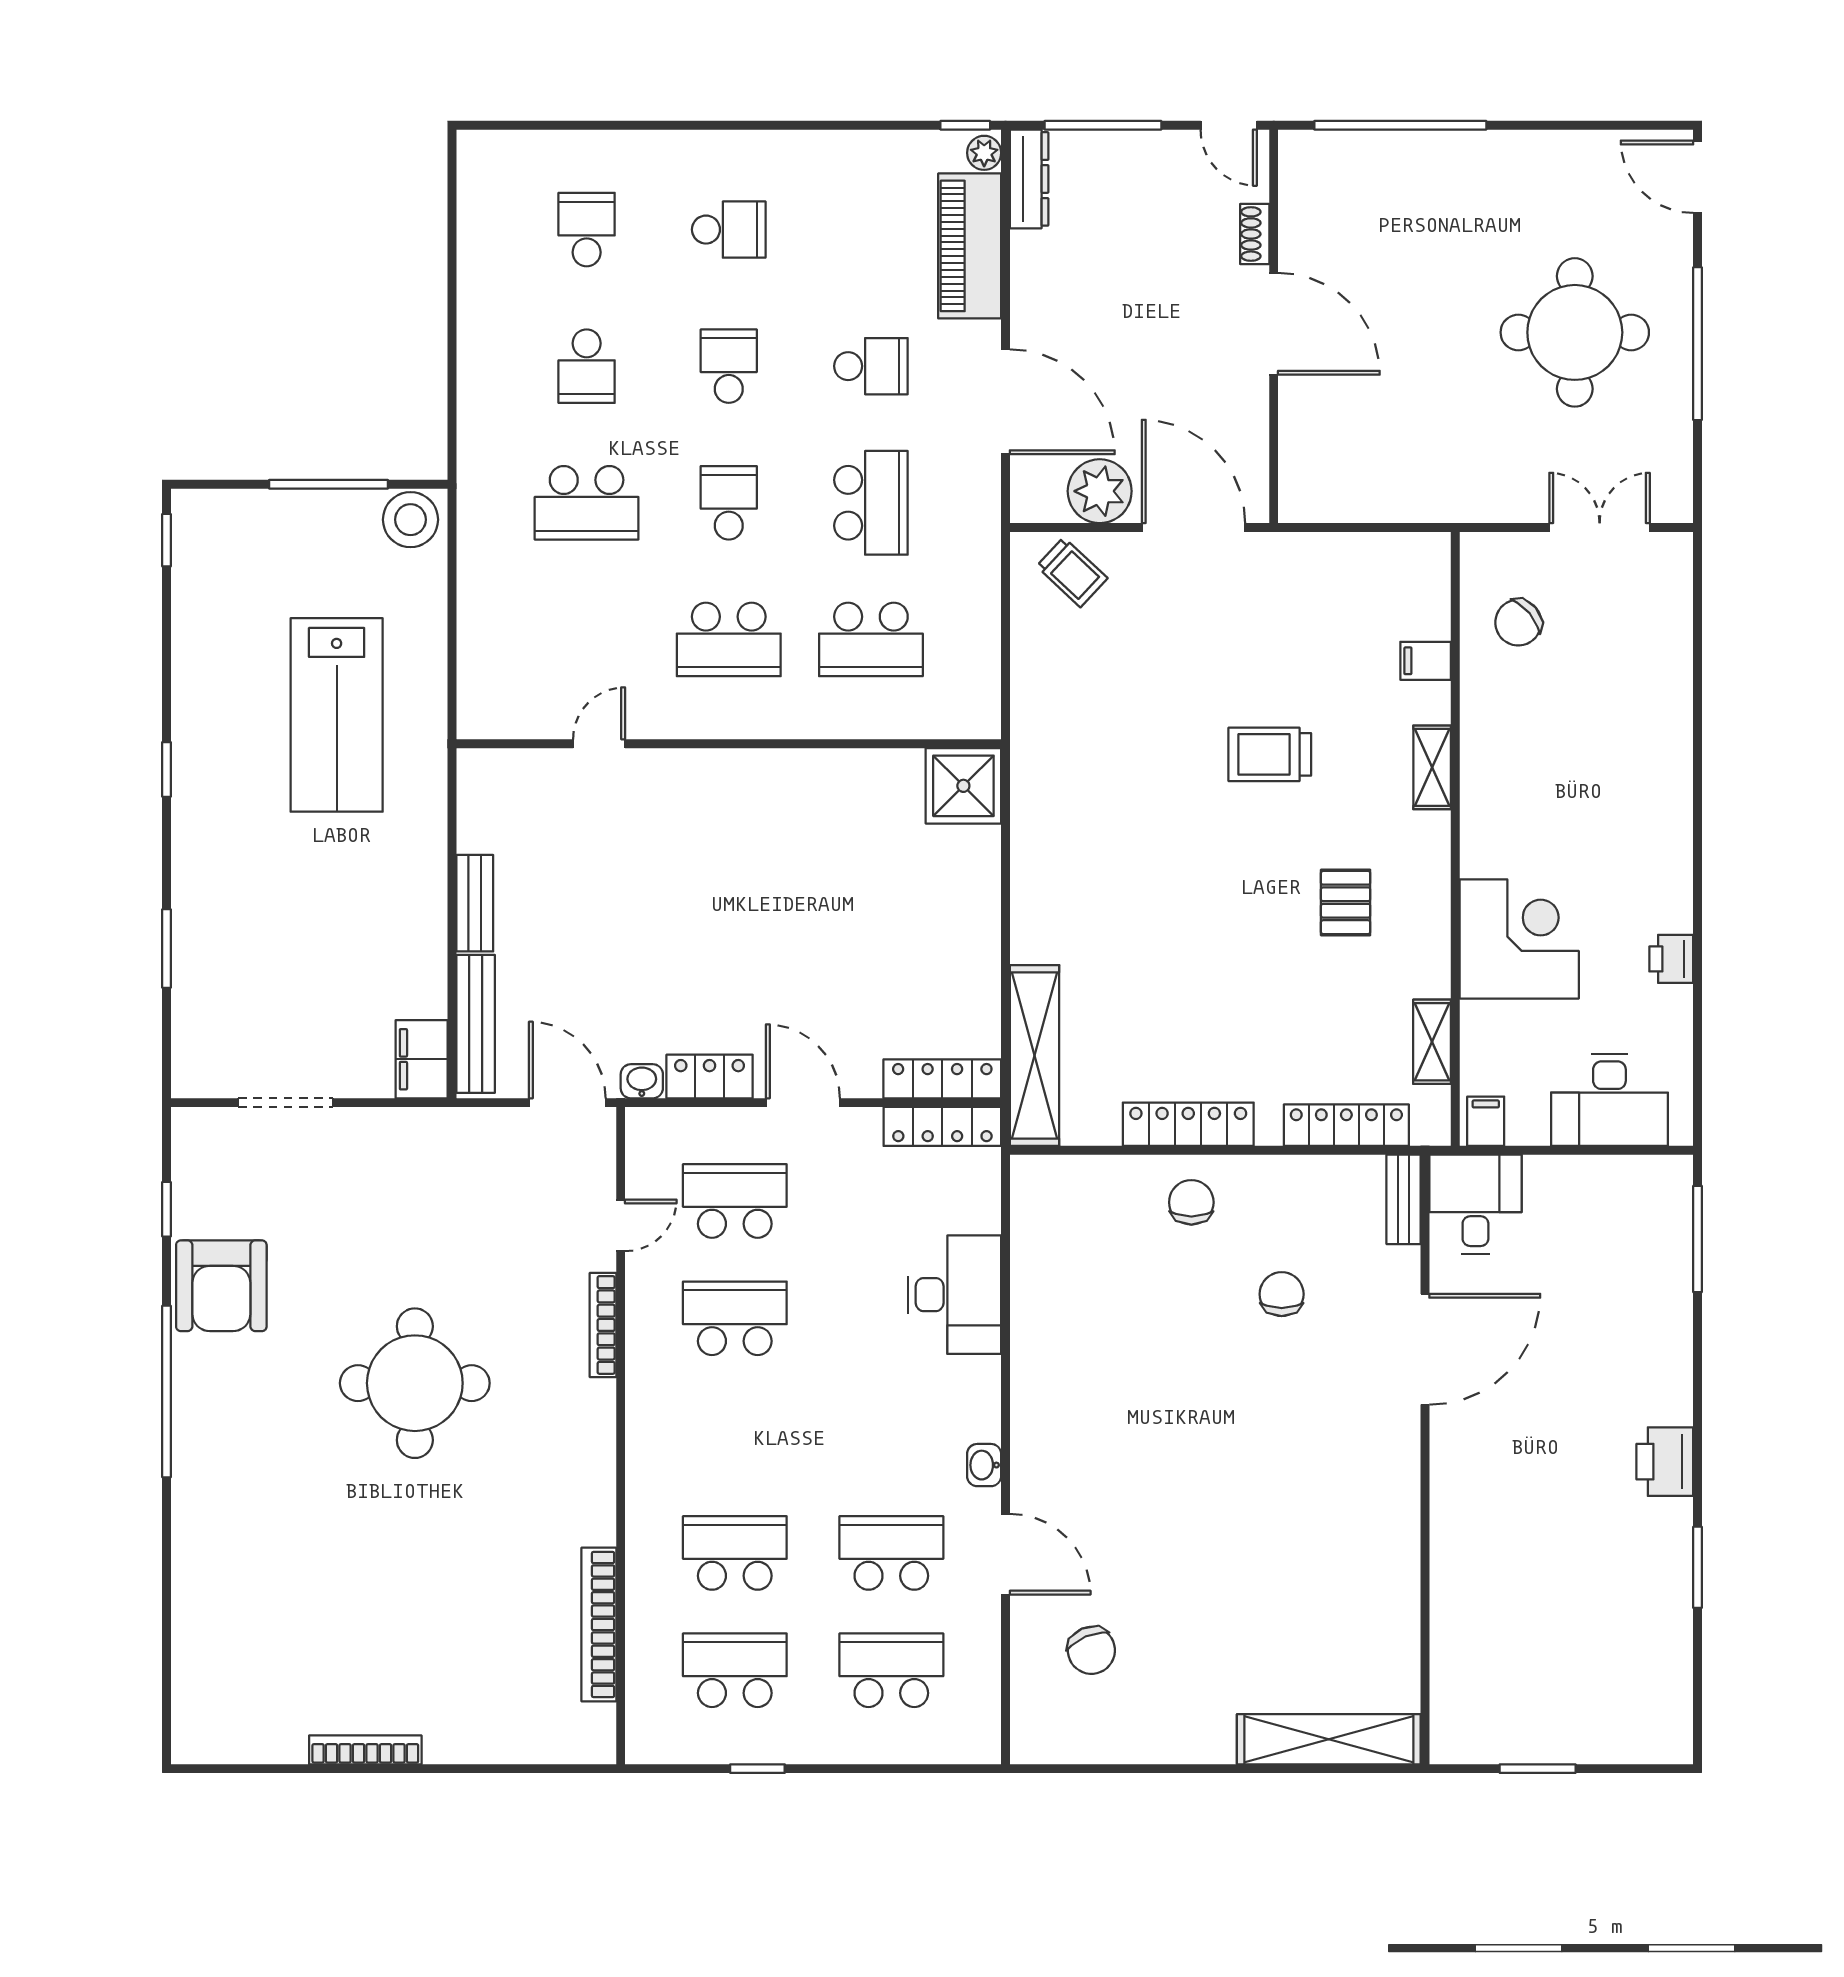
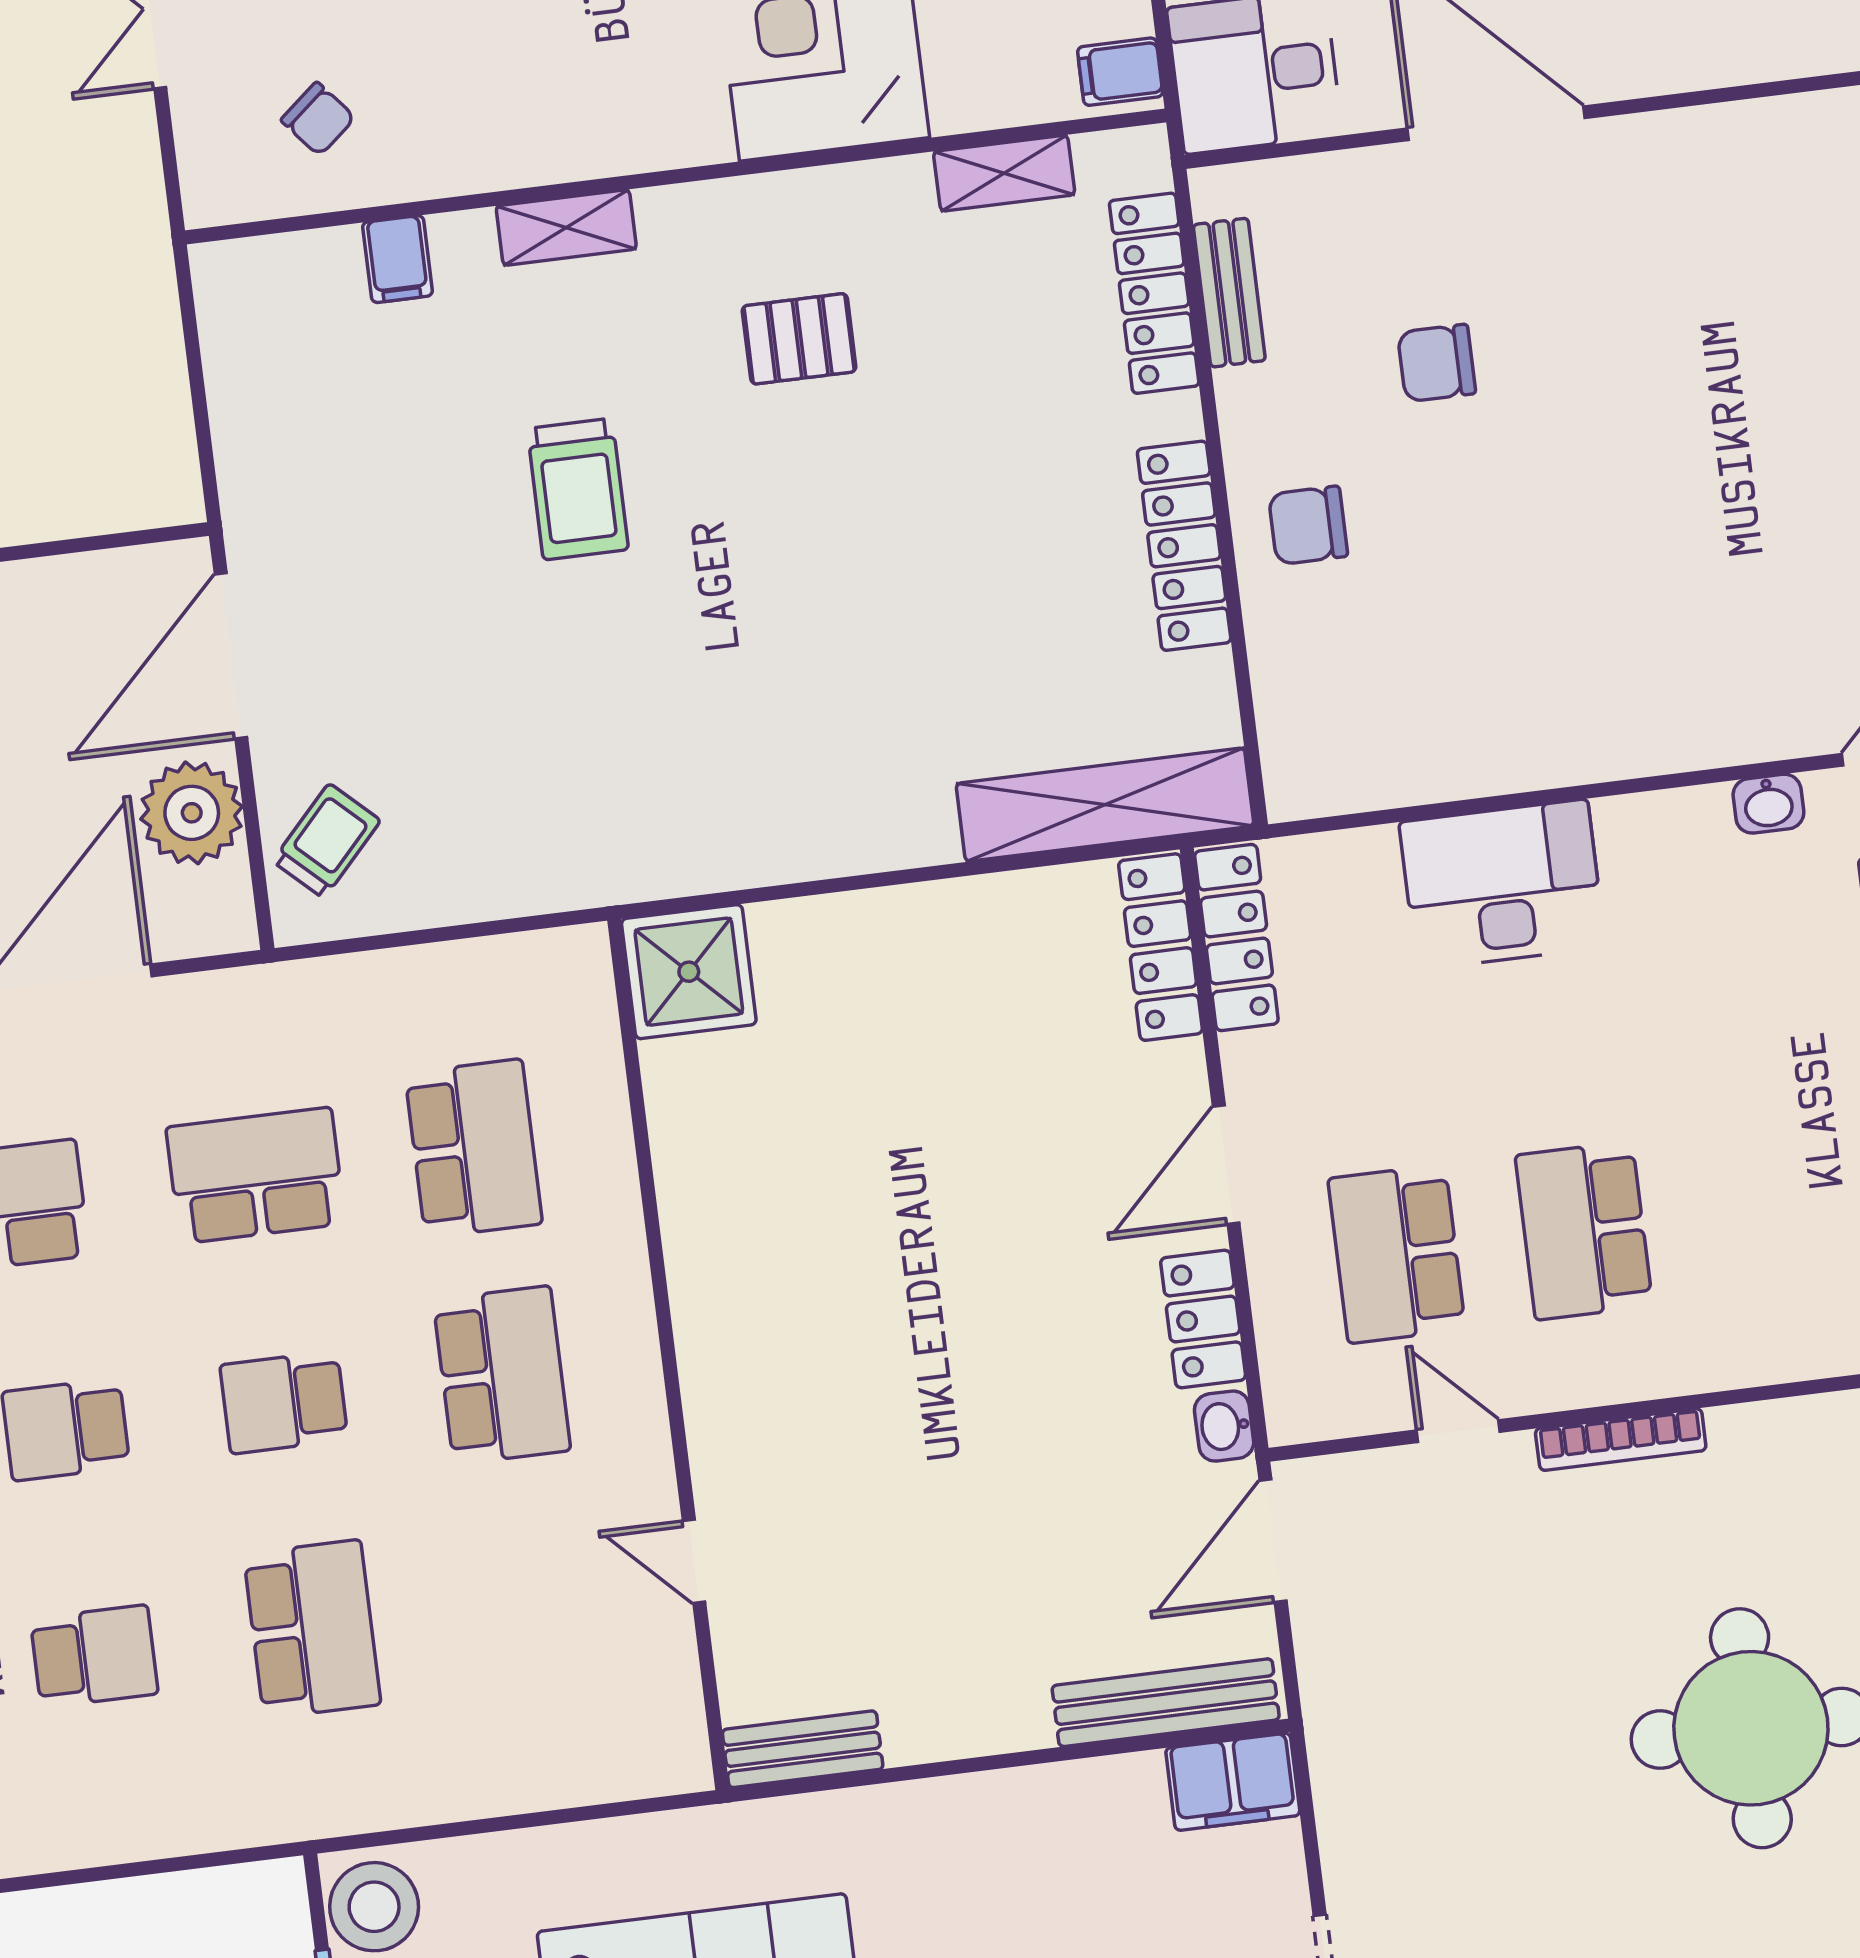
chair: (1518, 623) -> (318, 119), width x0.73, depth x0.73
bench: (475, 903) -> (803, 1749), moved
bench: (1404, 1199) -> (1229, 293), moved, turned 90

